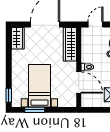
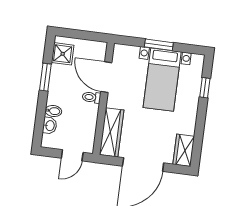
window: (9, 95) -> (205, 88), moved
window: (35, 110) -> (159, 45), moved

